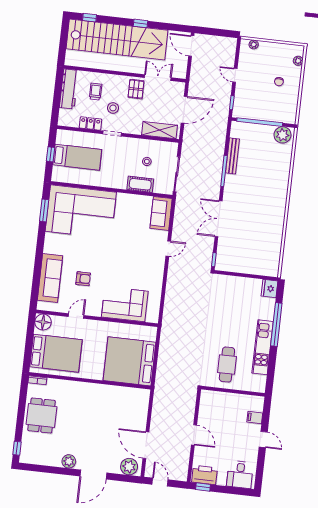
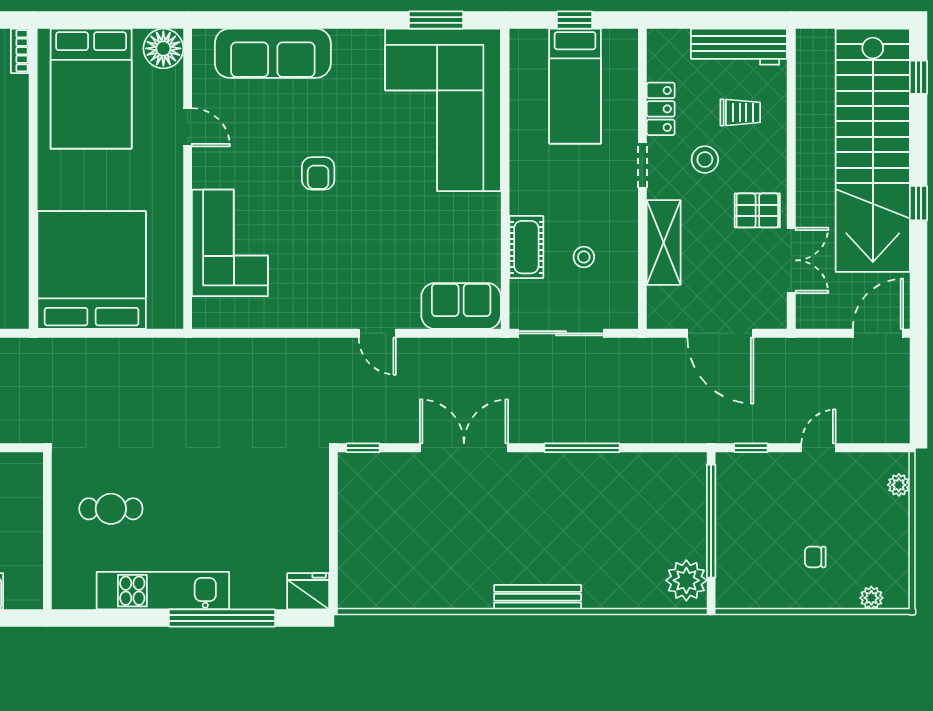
shelving: (159, 130) -> (664, 242), moved
bench: (232, 156) -> (538, 597), moved
armchair: (83, 279) -> (318, 173), moved
cafe table: (227, 365) -> (111, 509), width x0.73, depth x0.74

